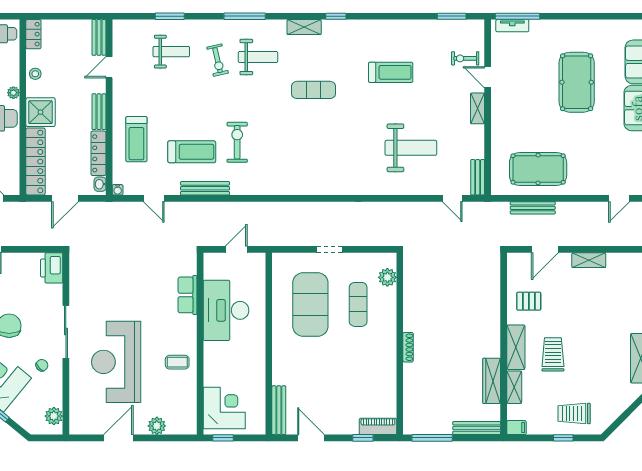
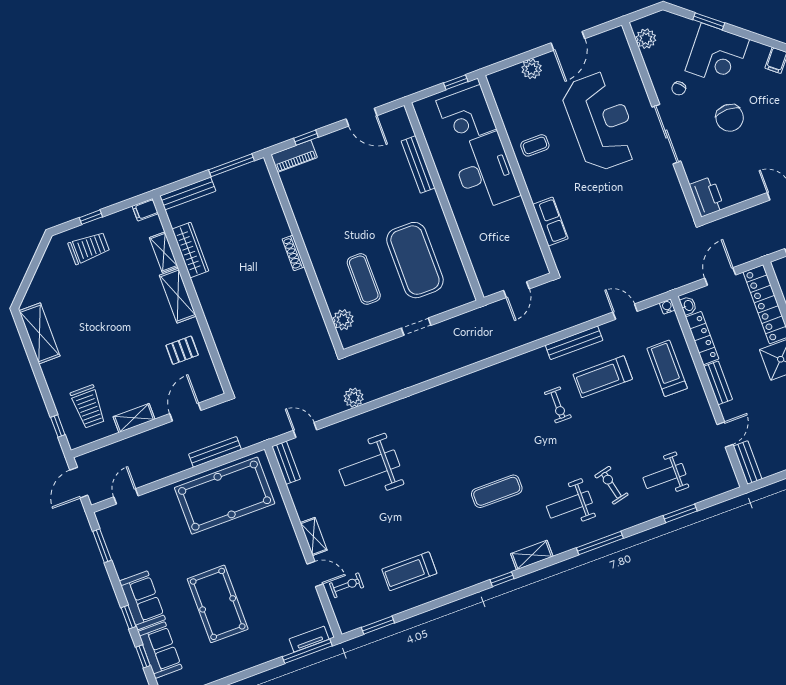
treadmill: (391, 72) -> (409, 571), moved
exercise bike: (237, 142) -> (558, 405), width x0.73, depth x0.72
pool table: (538, 169) -> (225, 496), width x1.36, depth x1.32
plant: (403, 210) -> (354, 398), added
desk: (226, 310) -> (485, 172), moved
trolley: (553, 354) -> (88, 407), moved
bench: (279, 410) -> (418, 164), moved

